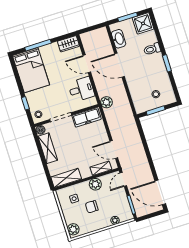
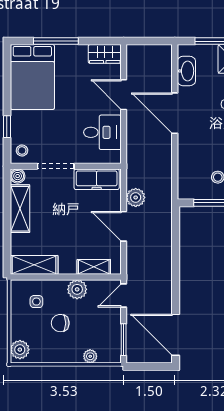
plant: (106, 102) -> (136, 197), moved
door: (114, 149) -> (124, 226), moved

